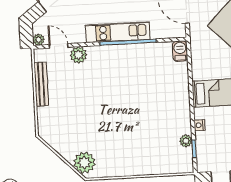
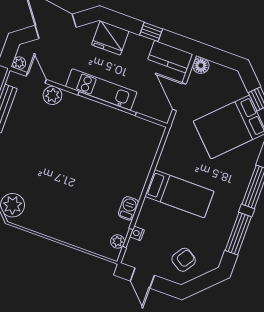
barbecue: (180, 51) -> (128, 208), moved
nightstand: (199, 125) -> (137, 233), moved
plant: (186, 141) -> (118, 241), moved

